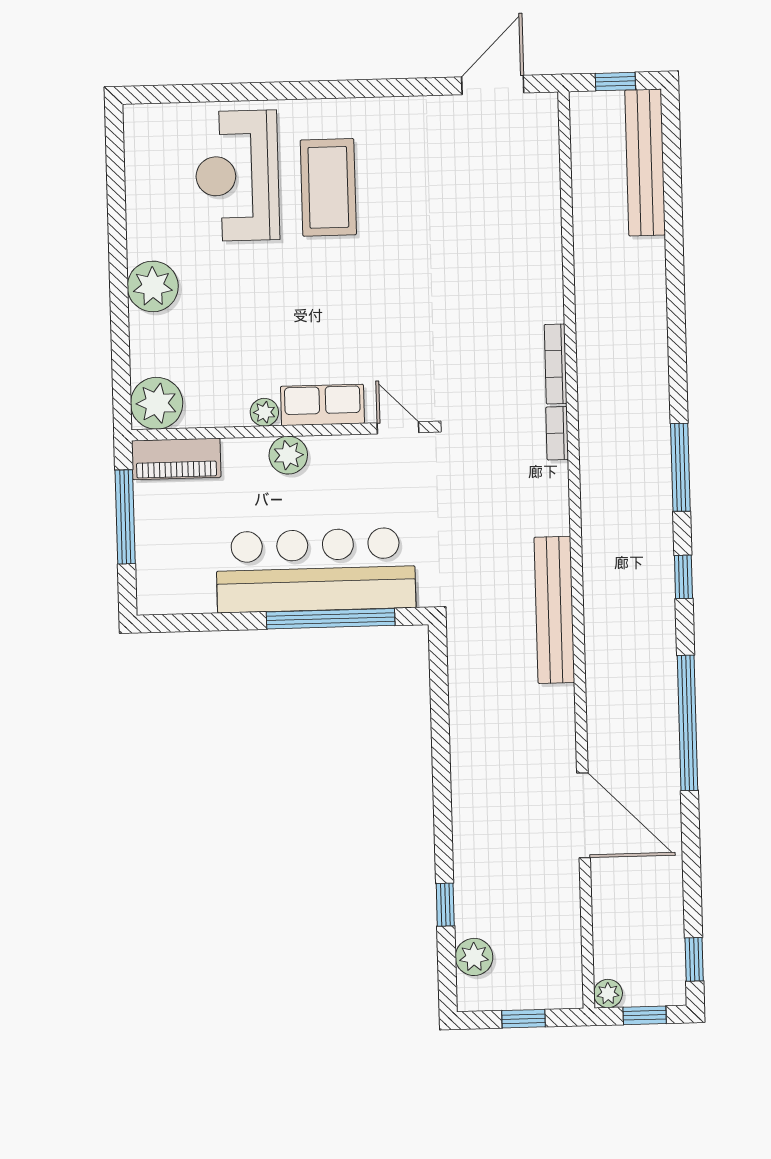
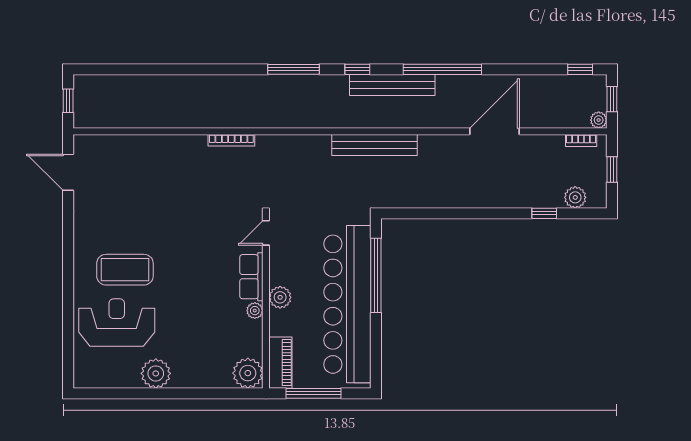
bench: (645, 162) -> (392, 85), moved
reception desk: (237, 176) -> (117, 323), turned 180
plant: (153, 286) -> (156, 373), moved
bookcase: (557, 433) -> (581, 141), moved
bar counter: (316, 570) -> (347, 304), width x1.36

